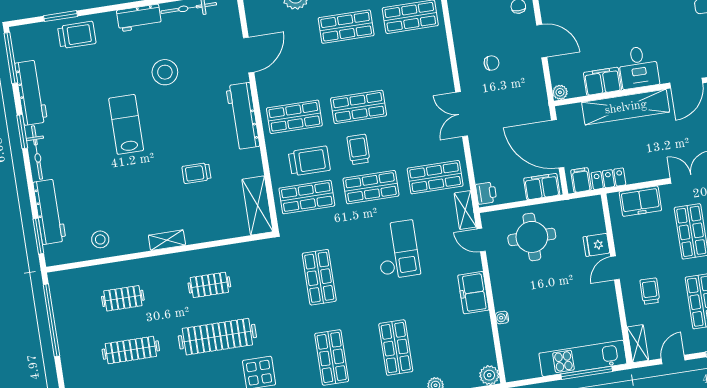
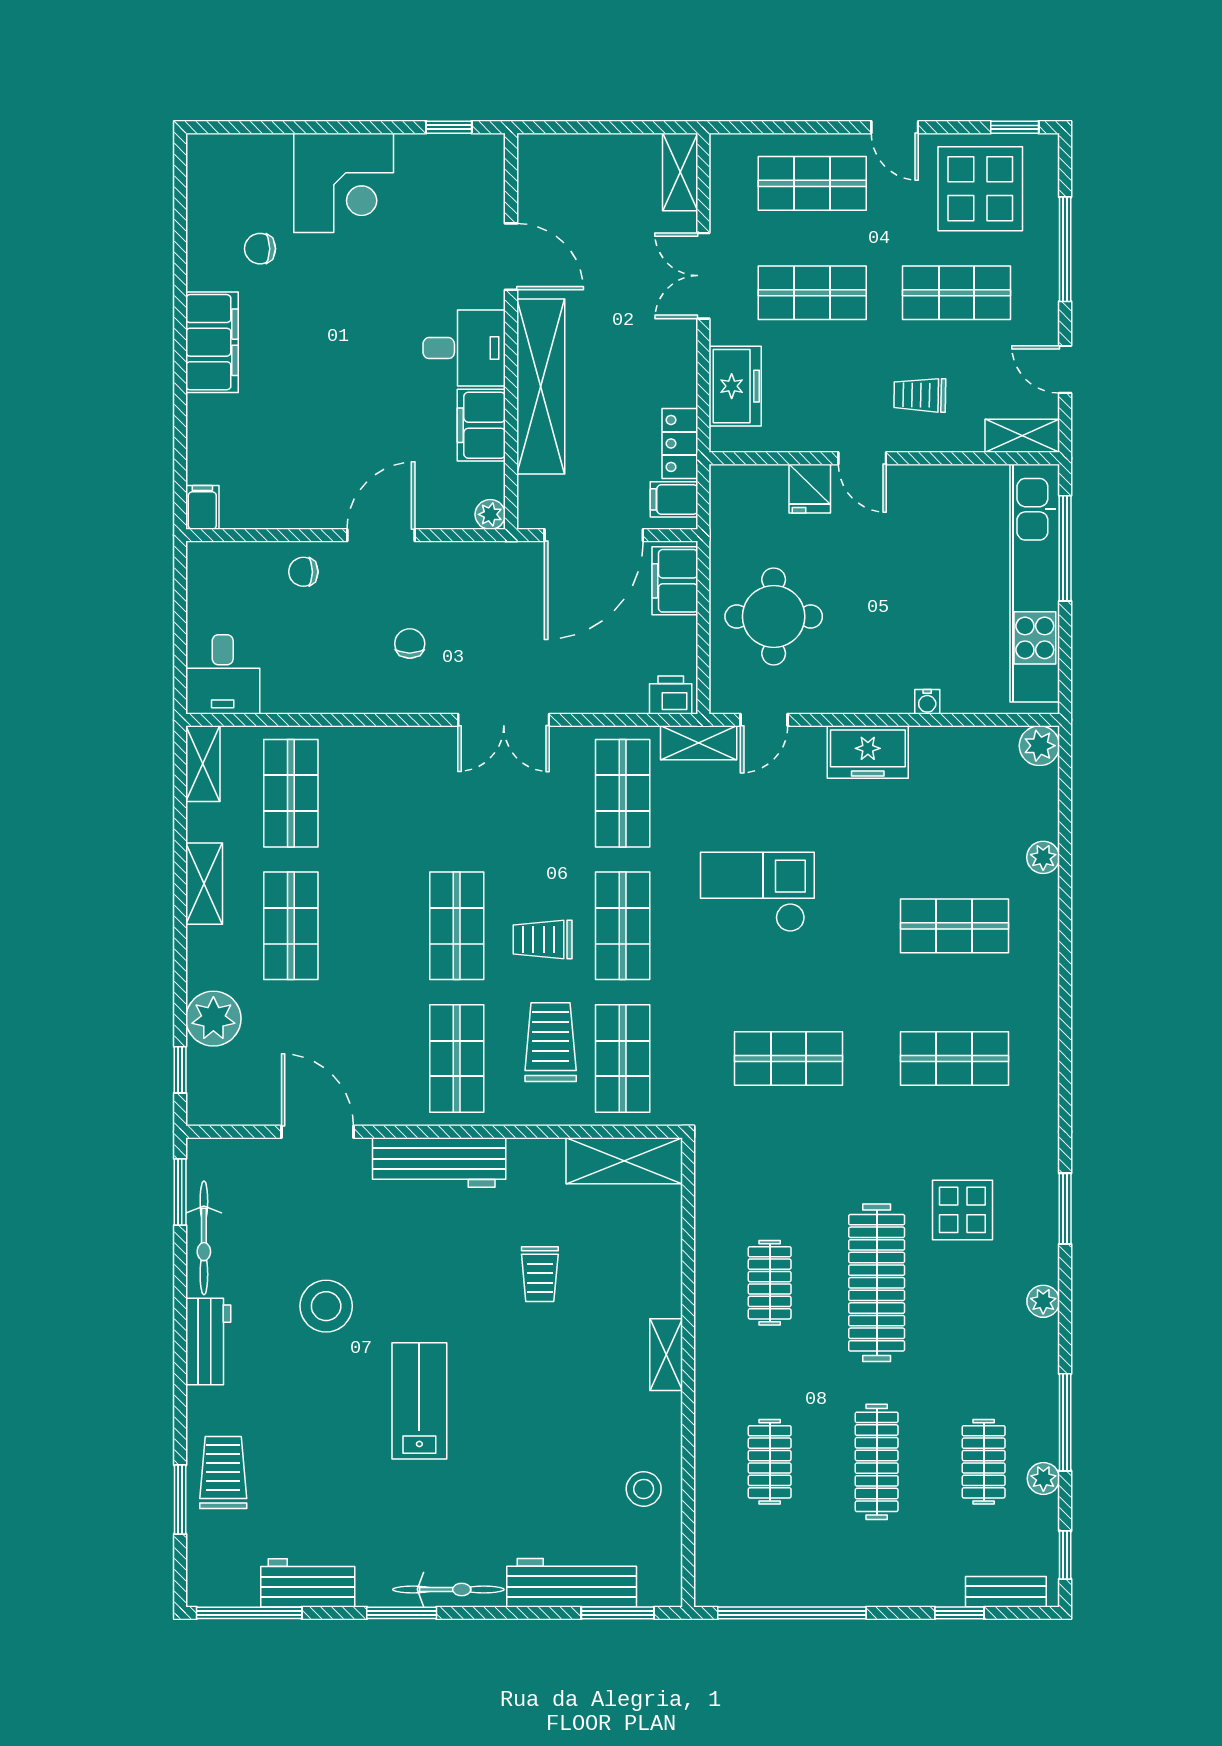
workbench: (31, 93) -> (308, 1583), width x0.73
lab bench: (126, 124) -> (419, 1401), turned 90
kitchen unit: (583, 358) -> (1035, 583), width x1.36

